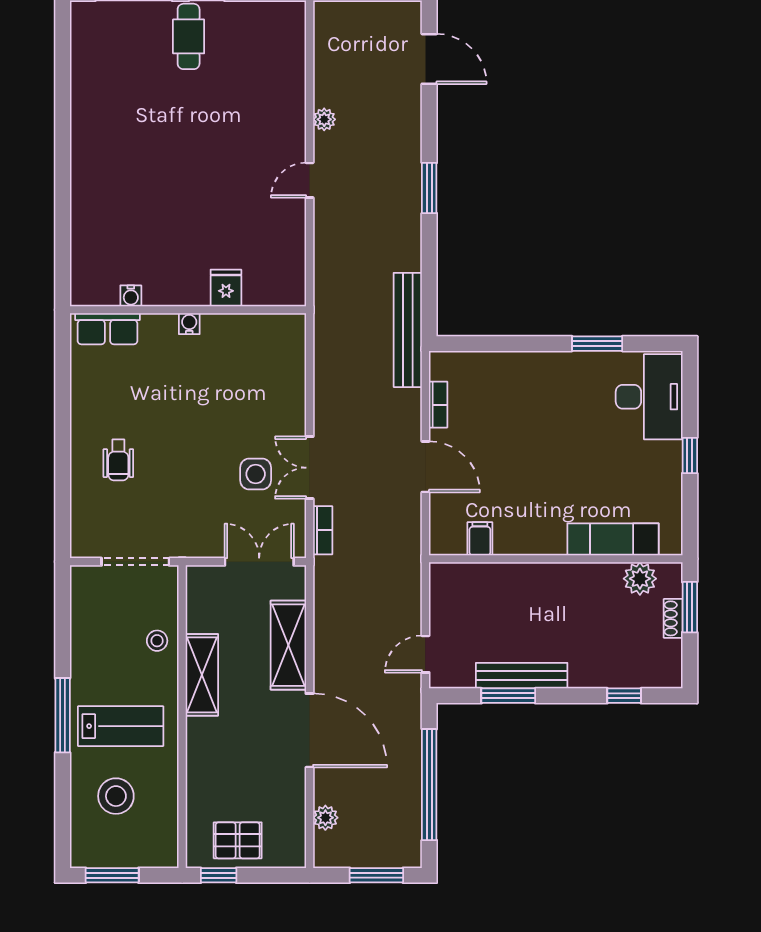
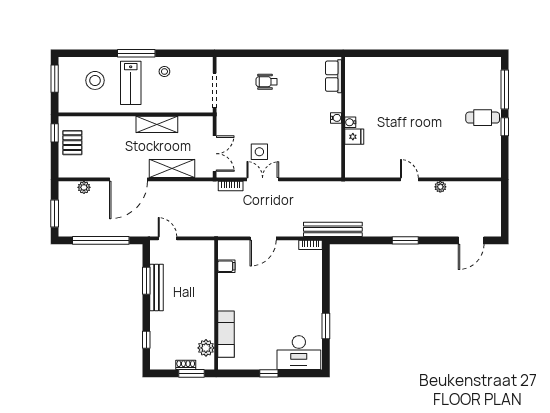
water cooler: (131, 296) -> (350, 122), moved
bookcase: (438, 405) -> (310, 245), moved
stool: (157, 641) -> (164, 71), moved

